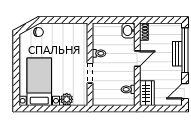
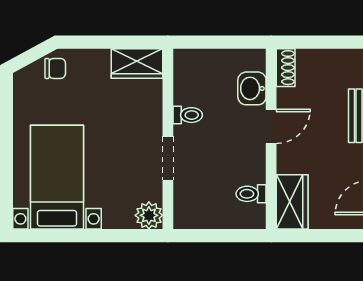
wardrobe: (76, 30) -> (137, 63), added
washbasin: (128, 31) -> (252, 88), moved
plant: (67, 99) -> (149, 215), moved

